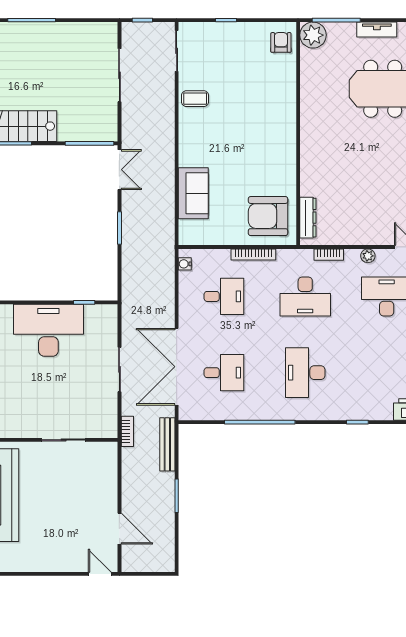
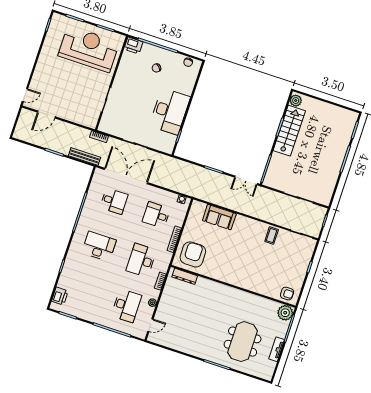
desk: (224, 296) -> (156, 215), turned 90
desk: (224, 373) -> (114, 201), turned -90

